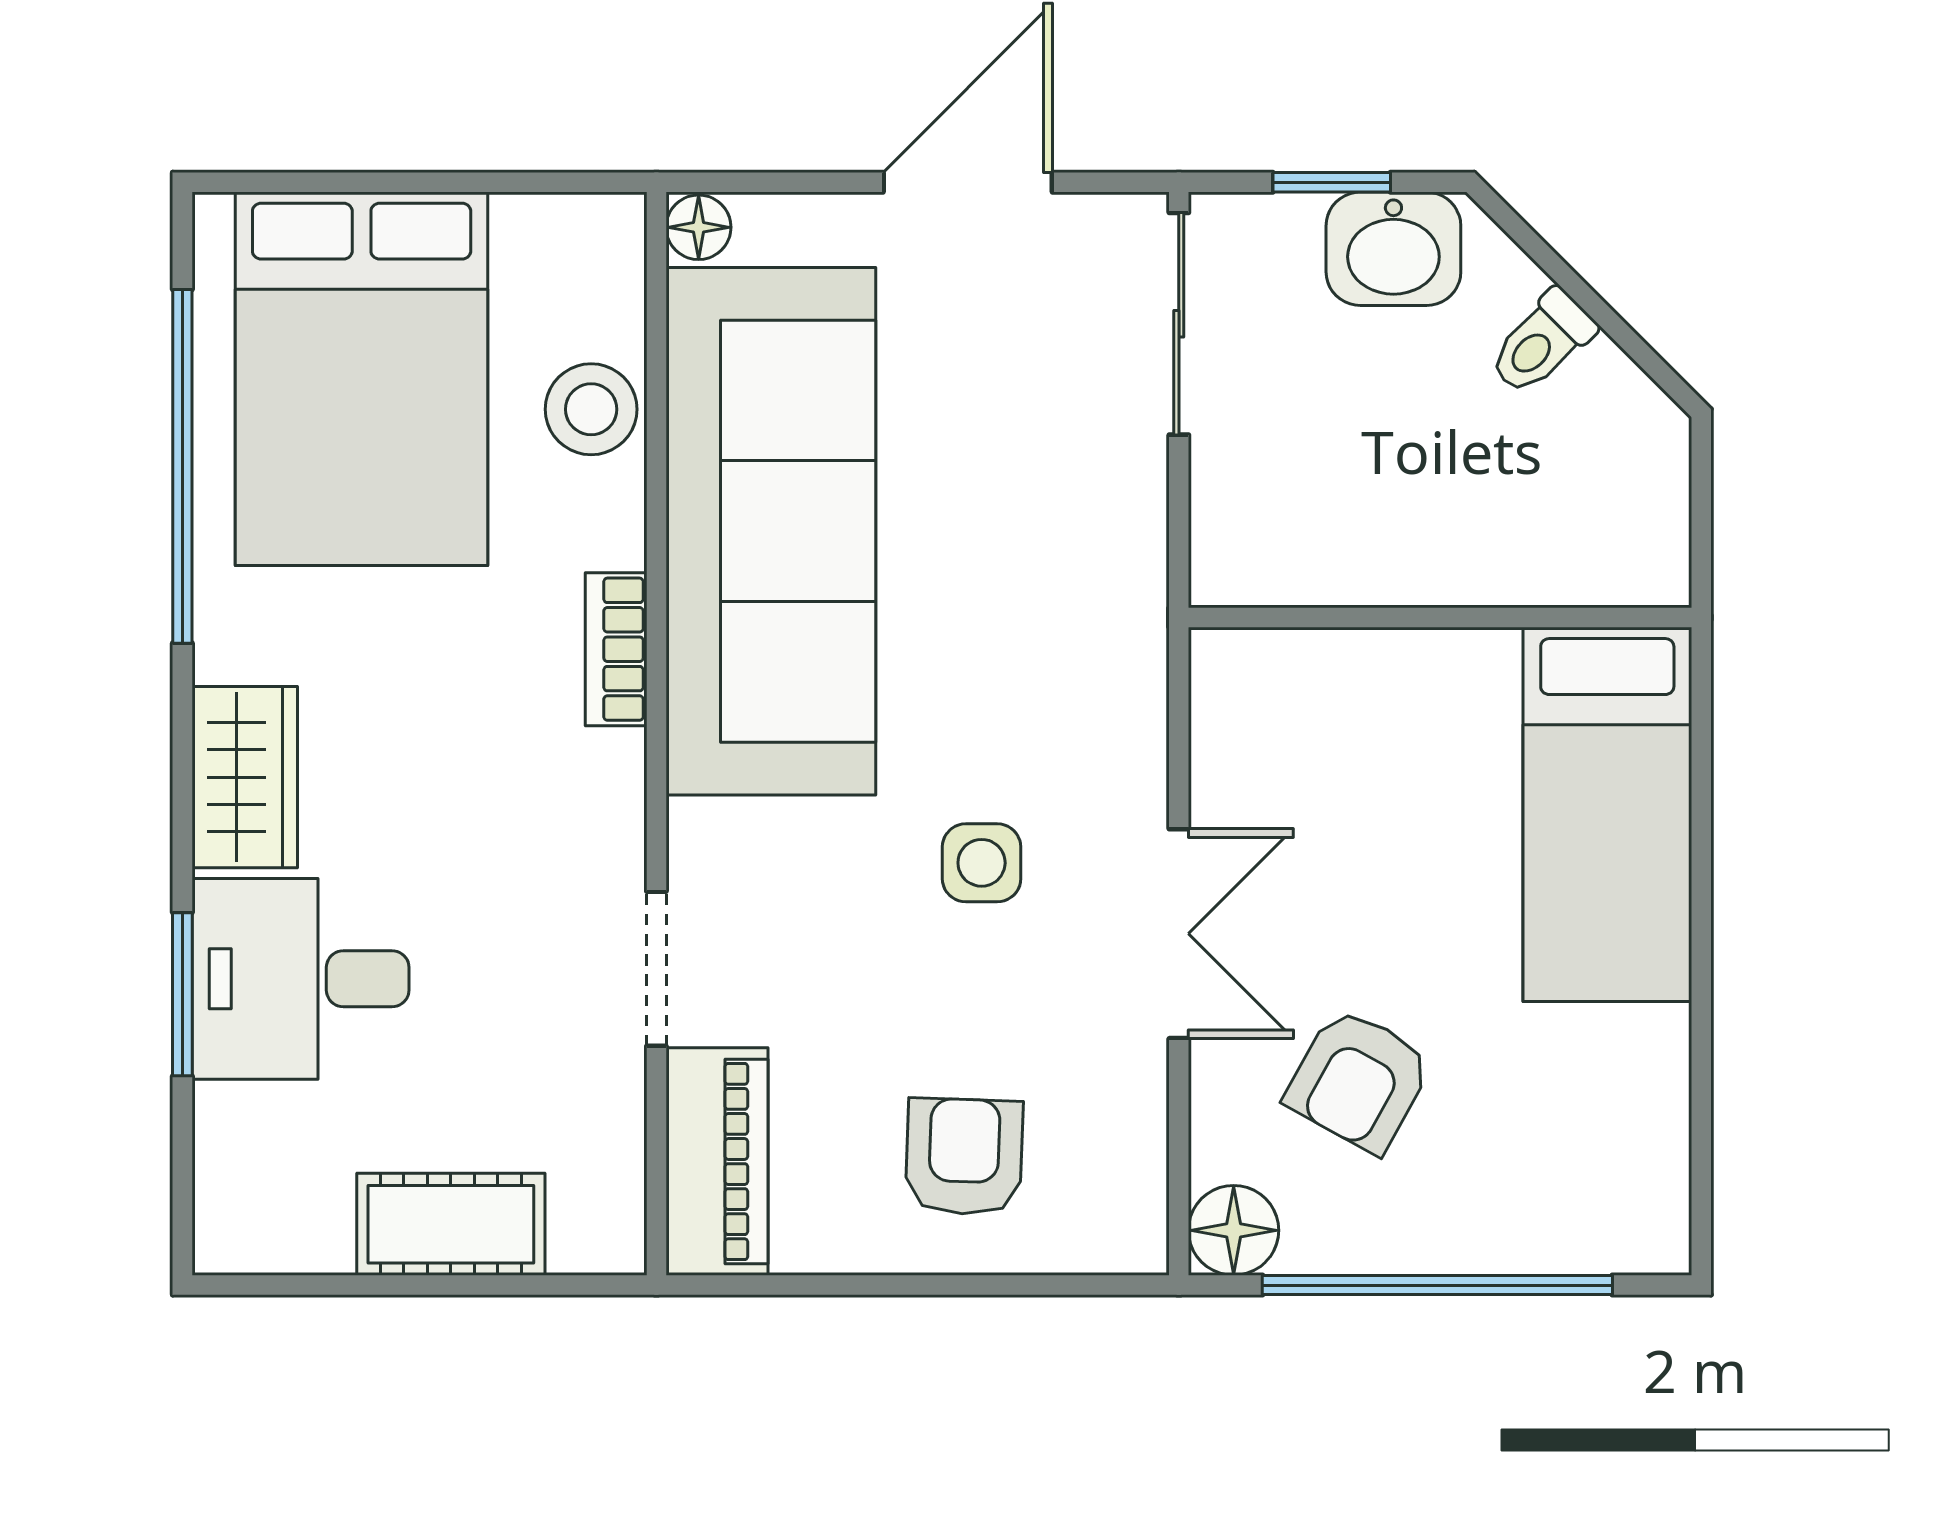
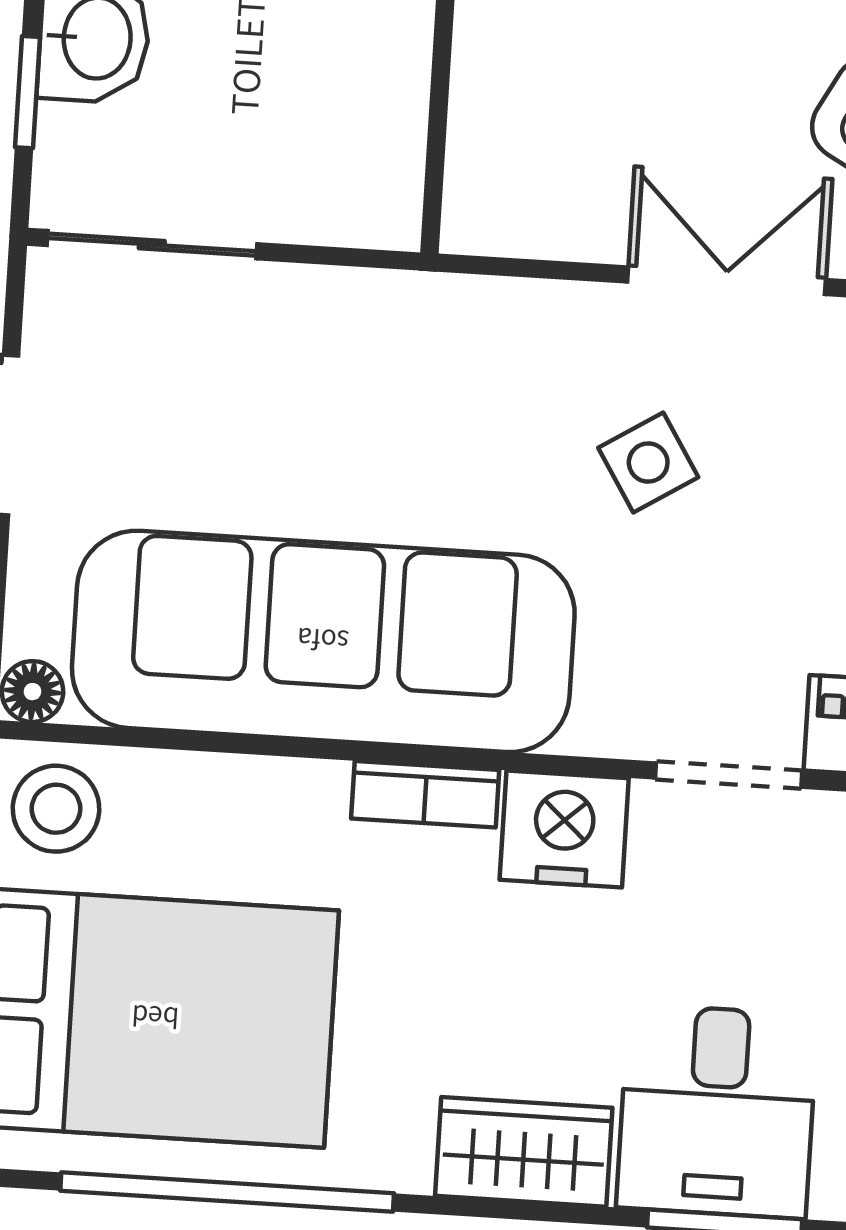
stool: (591, 409) -> (56, 809), moved
nightstand: (589, 798) -> (564, 829), added
side table: (982, 863) -> (648, 463), turned -32

